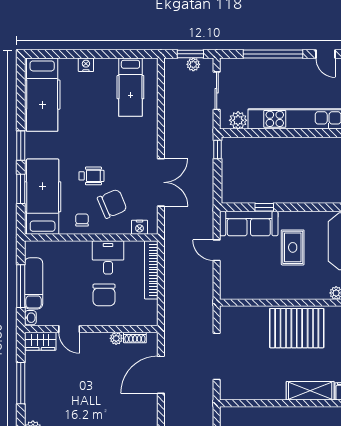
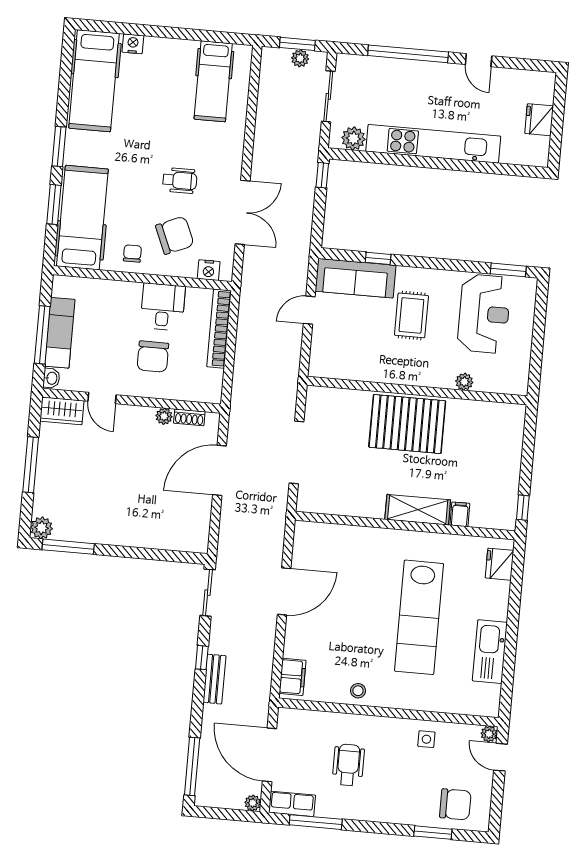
nightstand: (86, 65) -> (133, 44), moved
wheelchair: (91, 176) -> (180, 180), moved
door: (217, 250) -> (309, 310), hinge flipped

